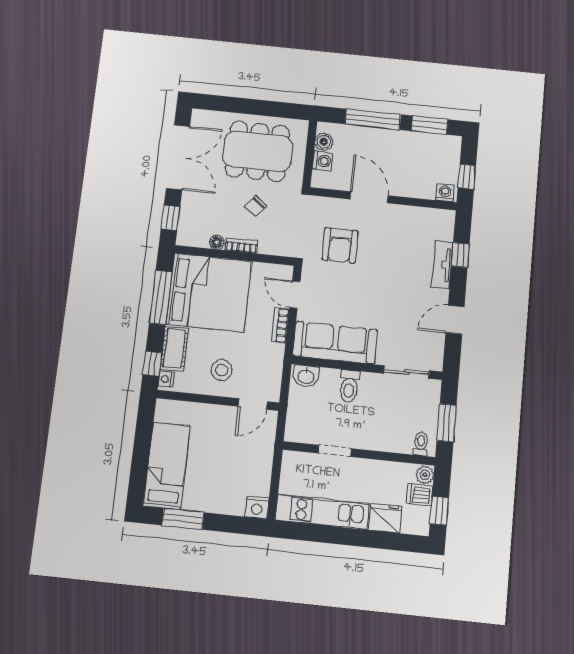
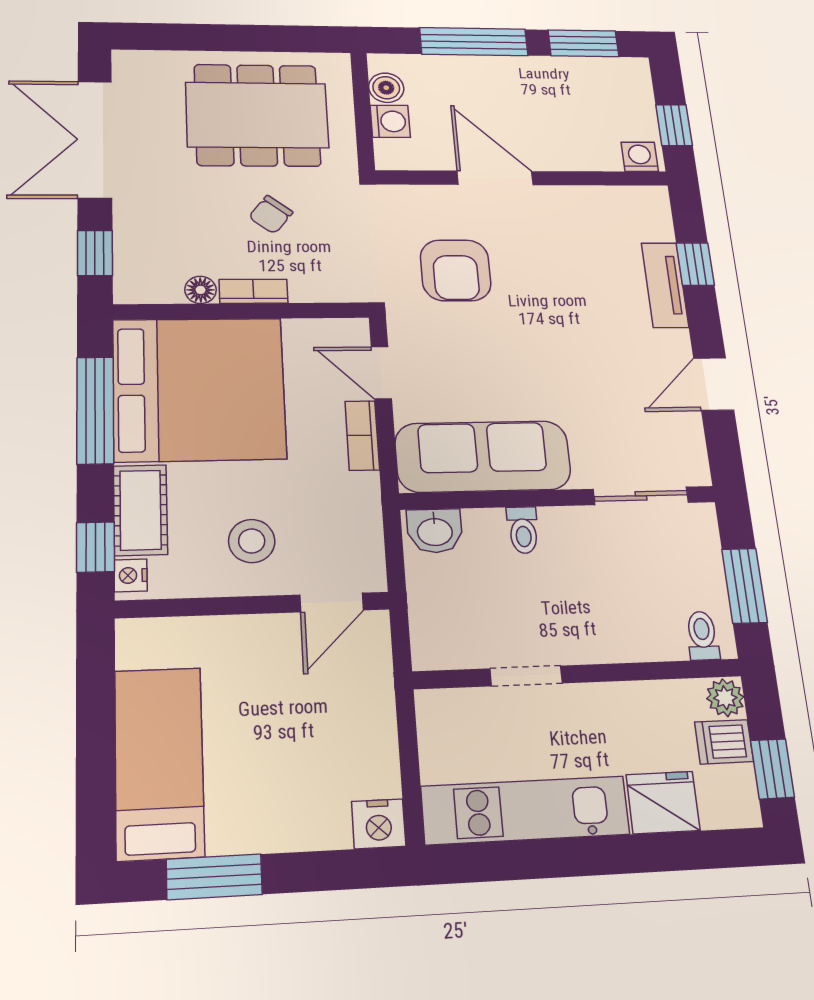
double door: (178, 157) -> (95, 139), swing flipped
toilet: (349, 386) -> (523, 530), width x0.73, depth x0.72

